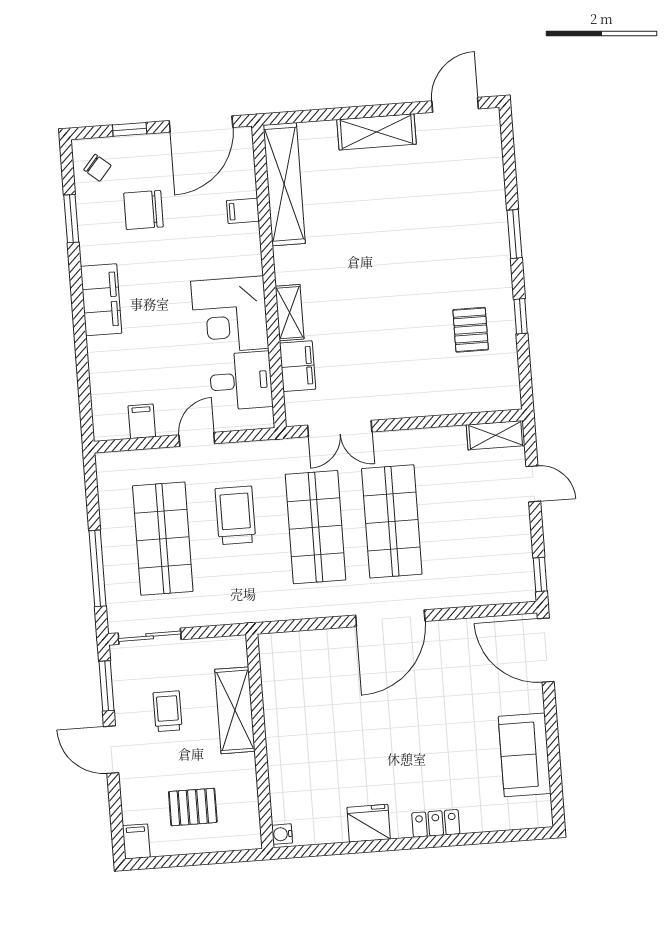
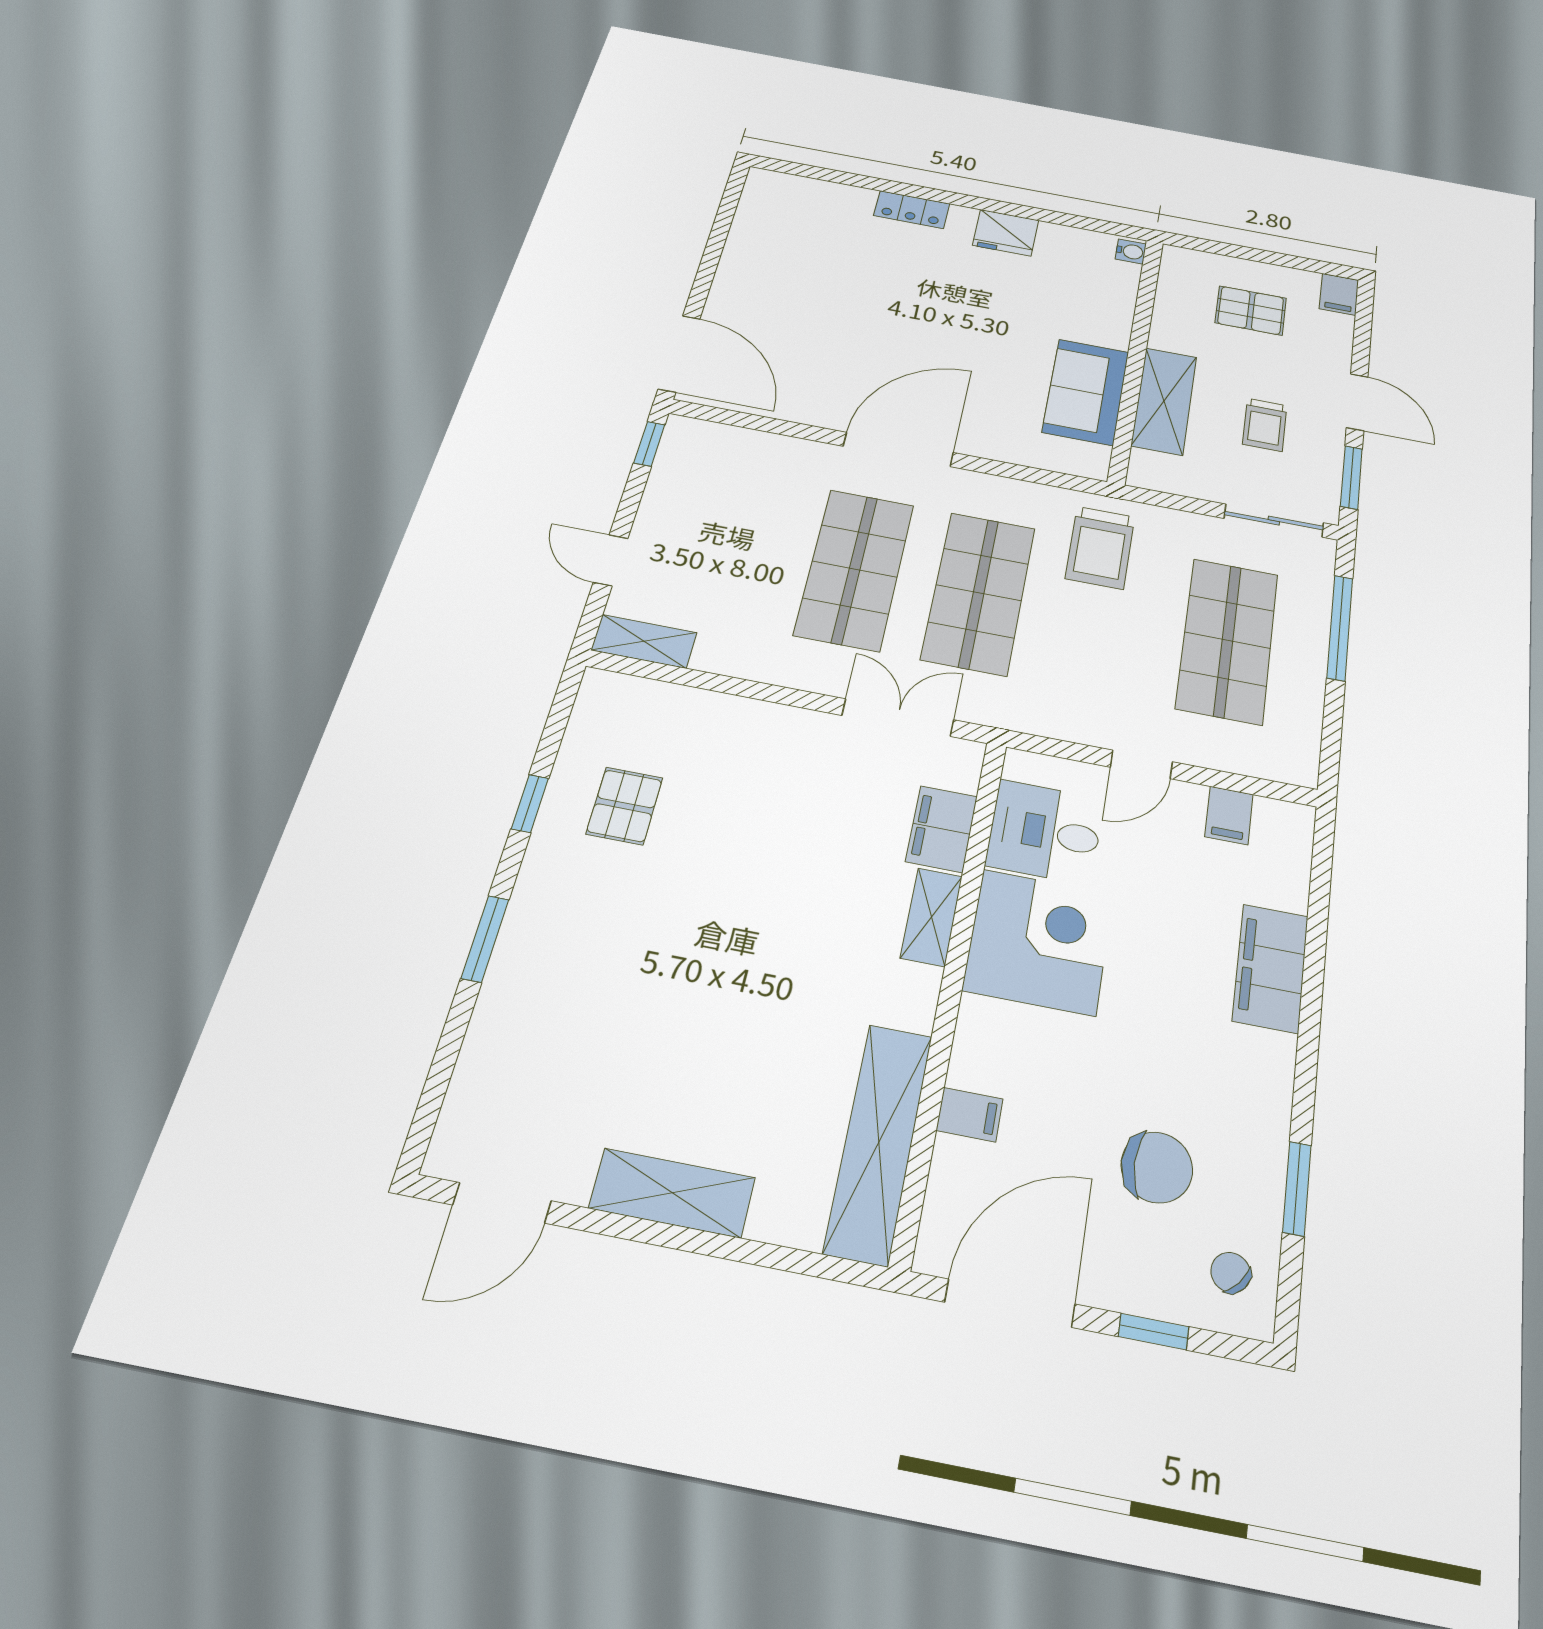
filing cabinet: (101, 300) -> (1270, 968), moved
trolley: (235, 515) -> (1100, 548), moved
sofa: (525, 755) -> (1086, 392), moved, turned 180

